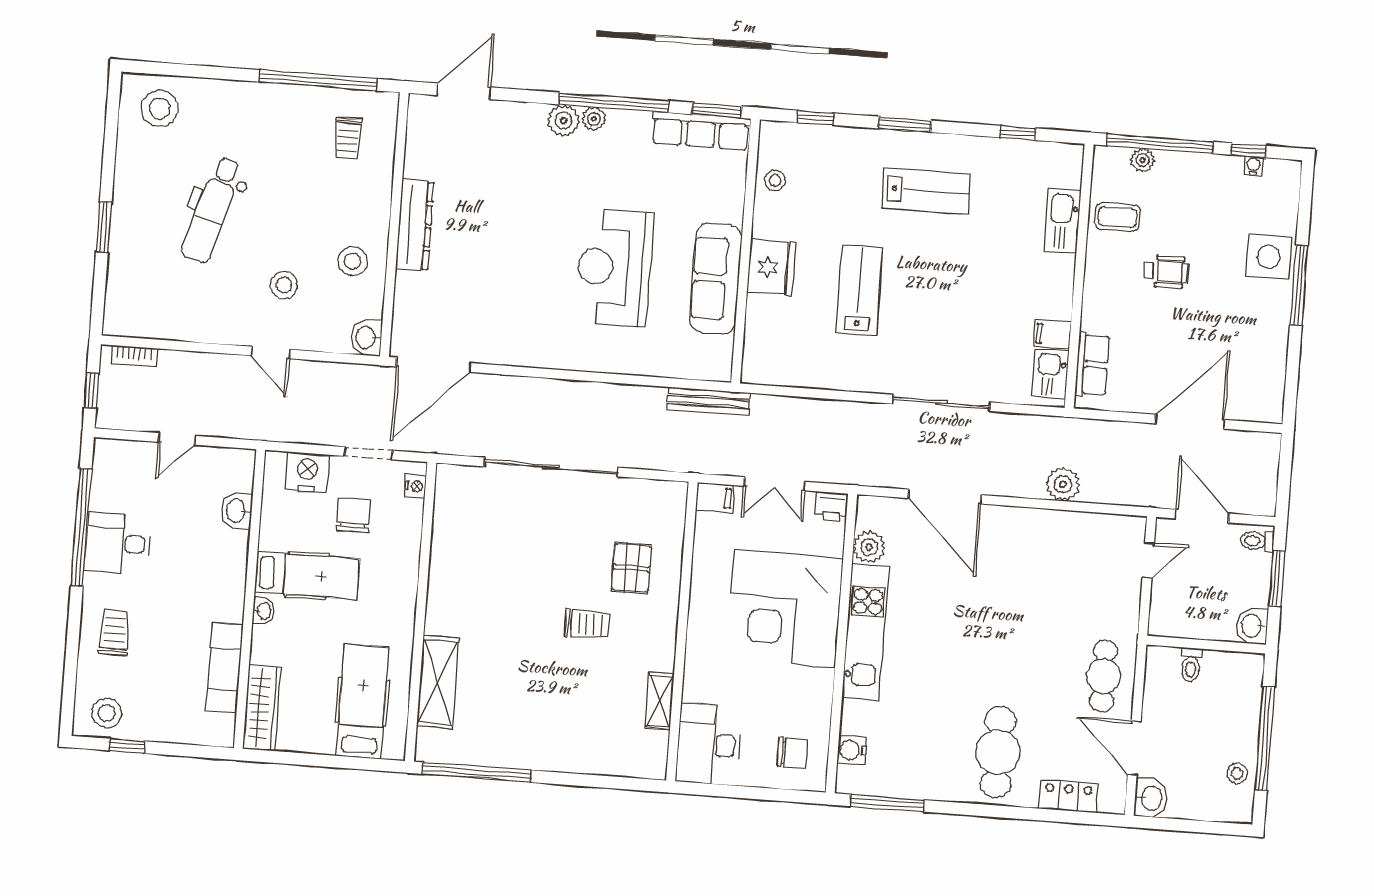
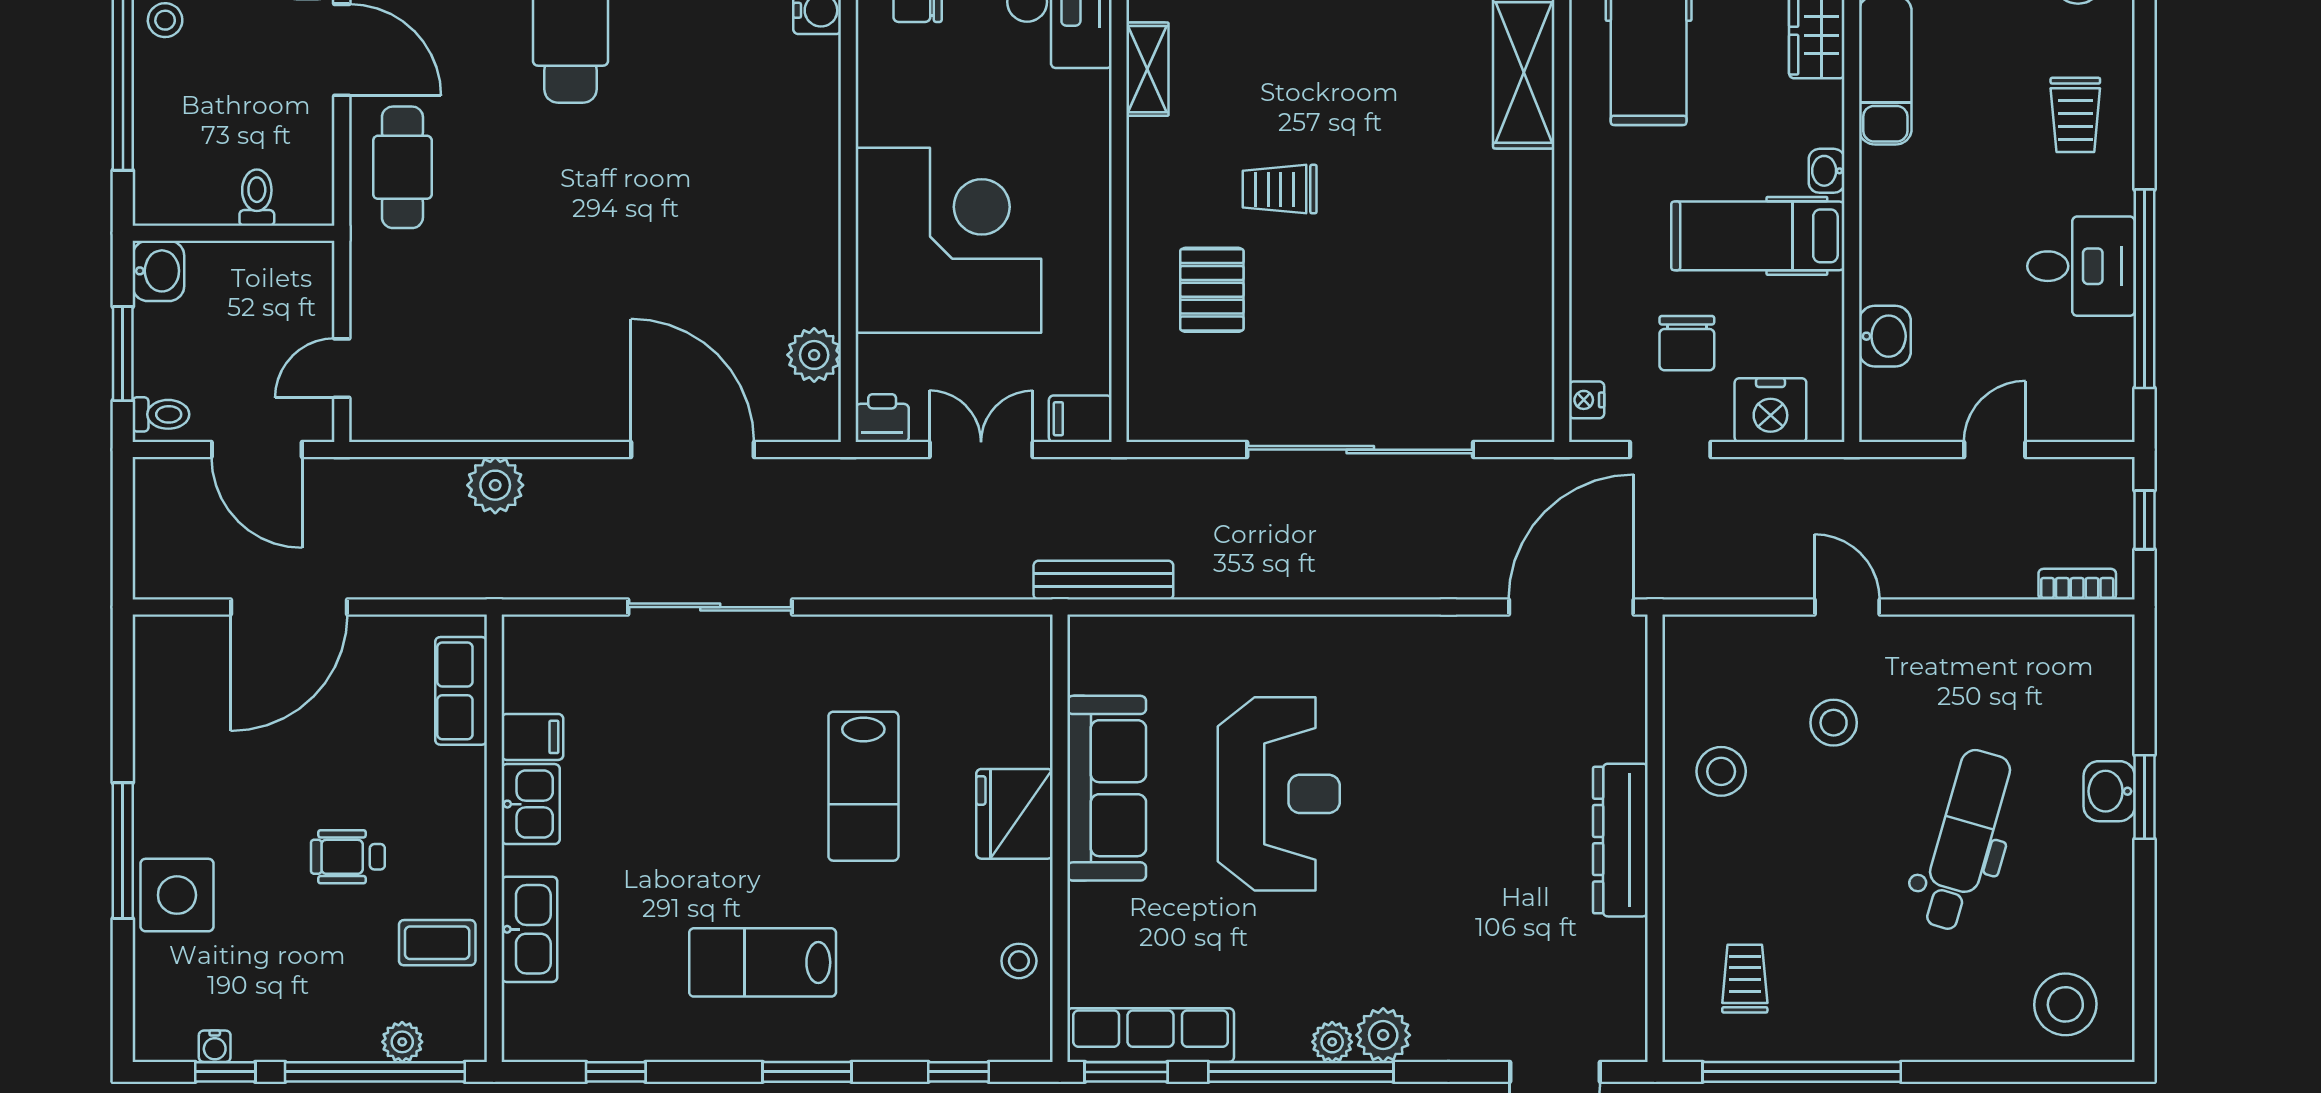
washbasin: (366, 337) -> (2109, 791), moved, turned 180
kitchen sink: (1050, 374) -> (531, 804), moved
kitchen unit: (866, 632) -> (809, 211), removed

